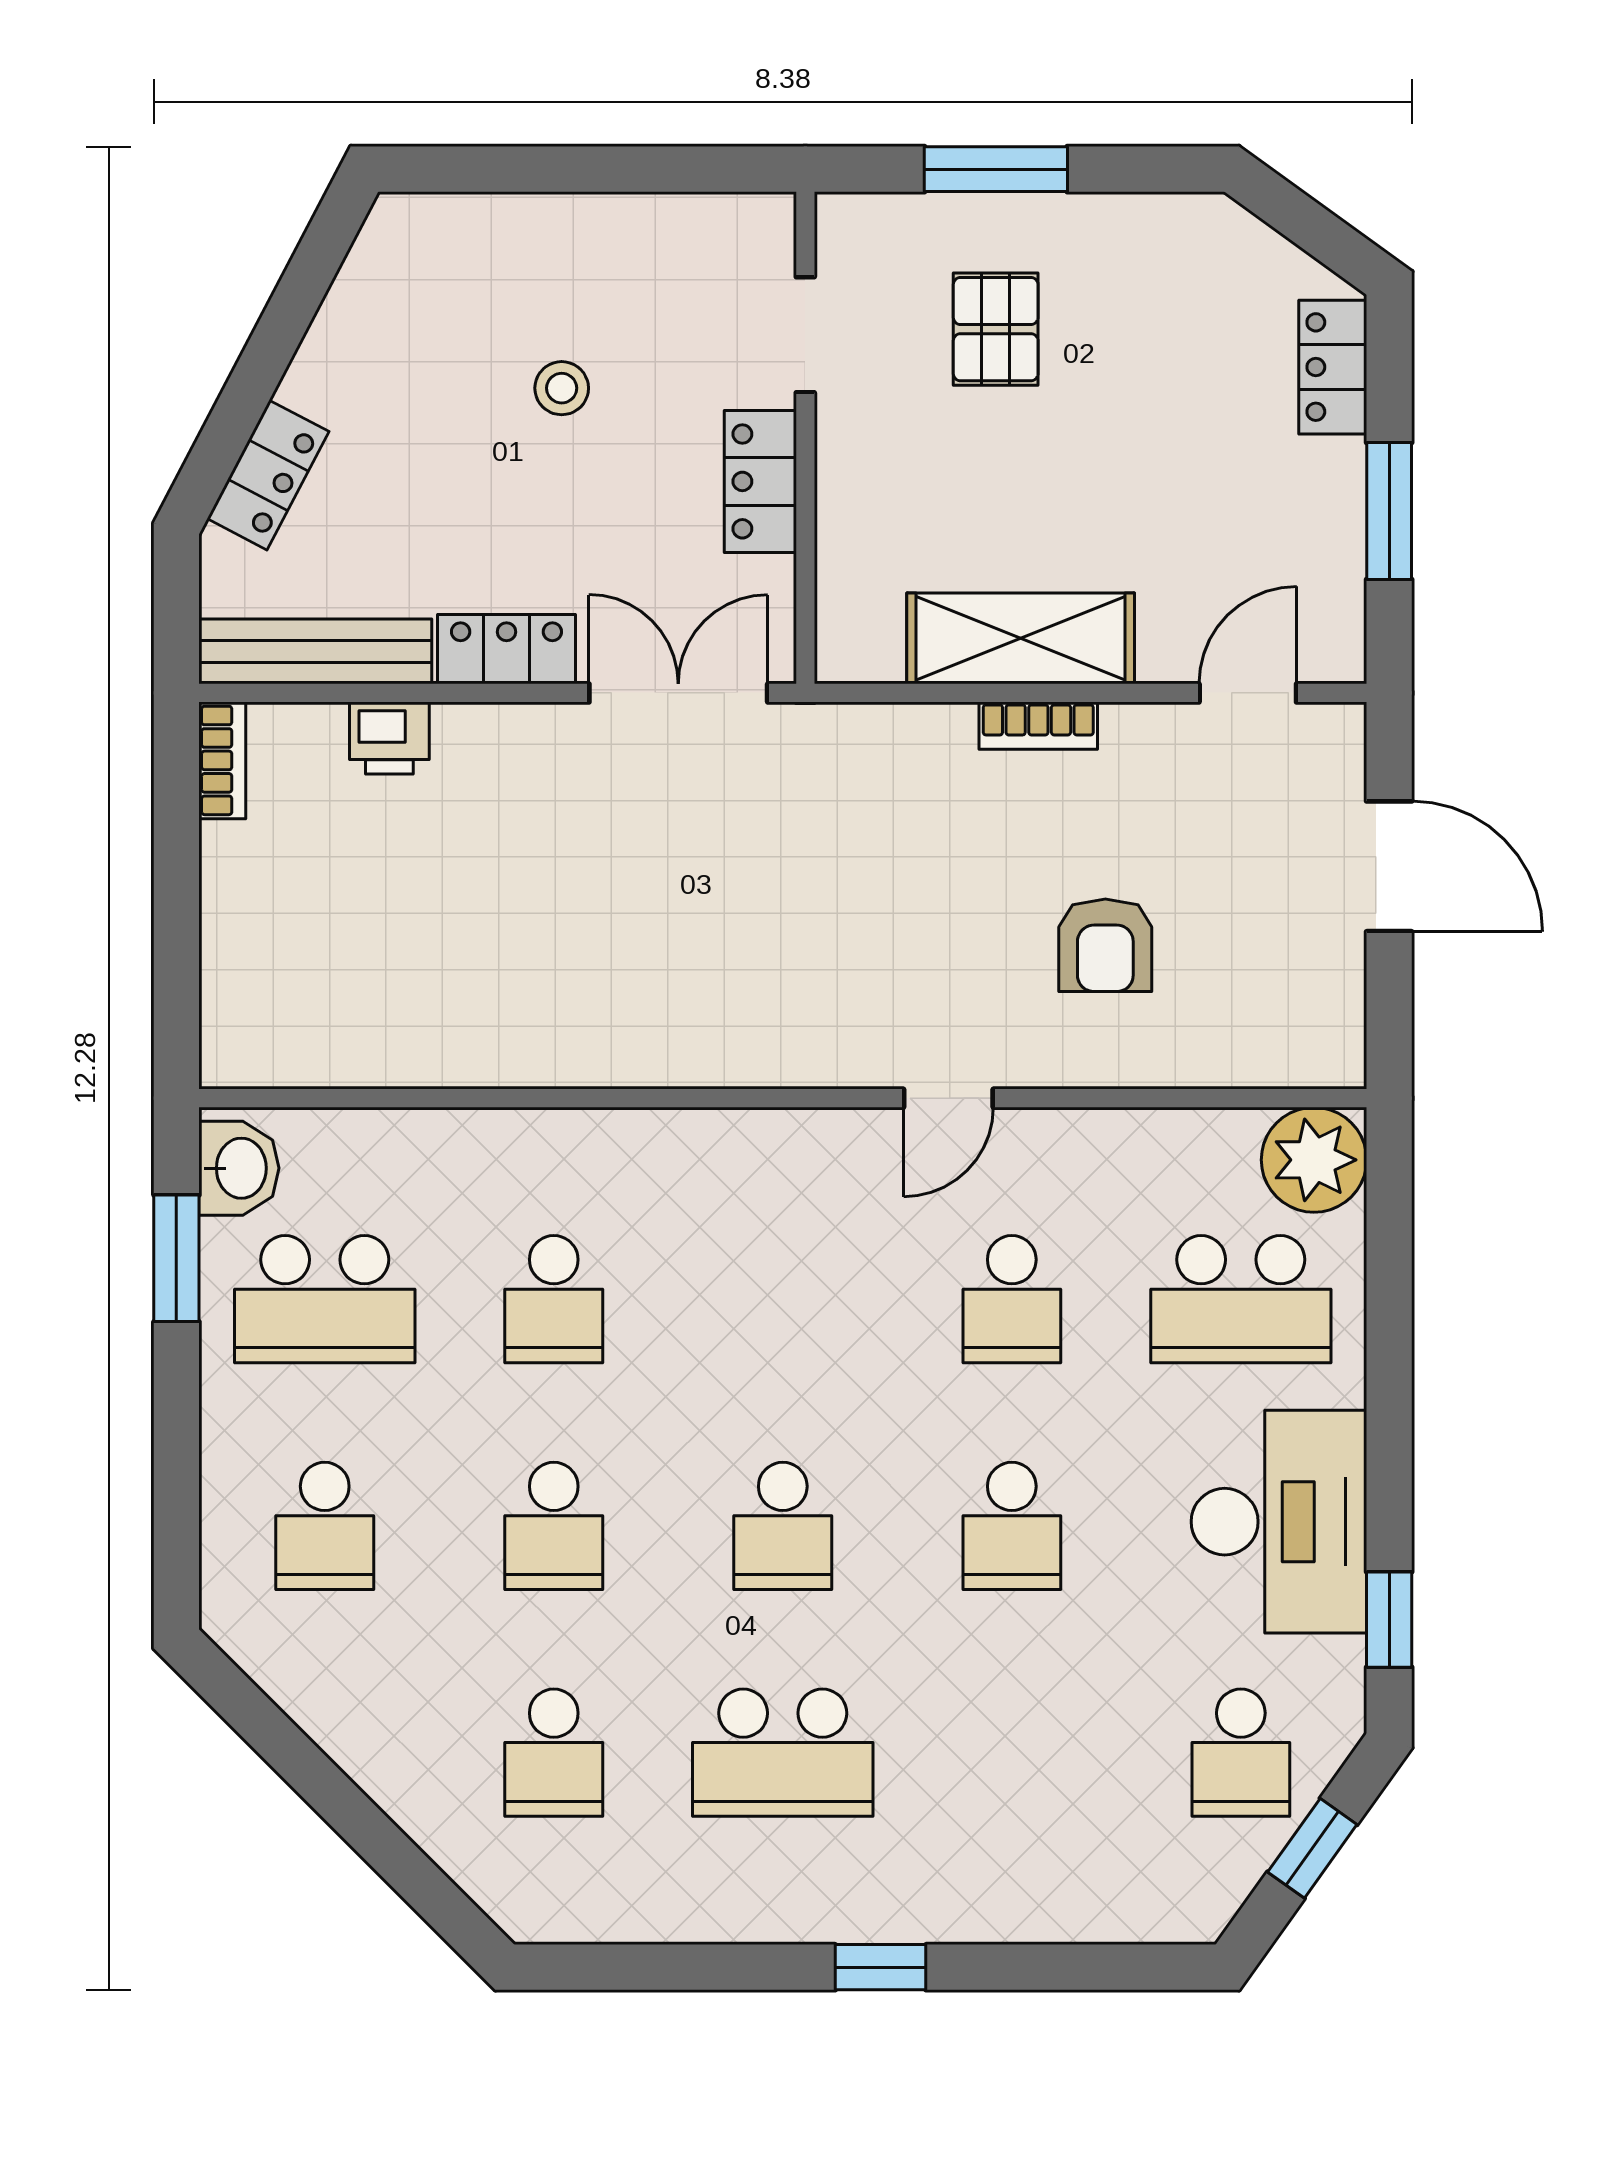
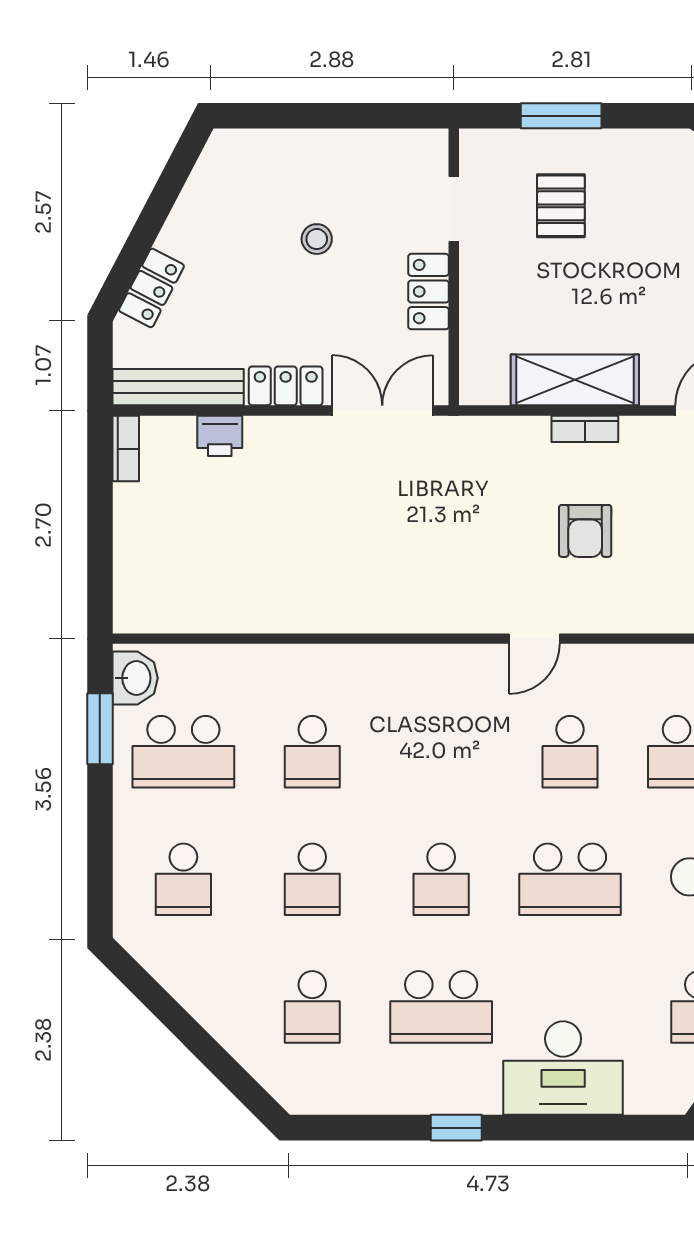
armchair: (1105, 945) -> (585, 531), moved
school desk: (1012, 1526) -> (570, 879), width x1.85
desk: (999, 1861) -> (563, 1068), added
window: (881, 1967) -> (456, 1128), moved

